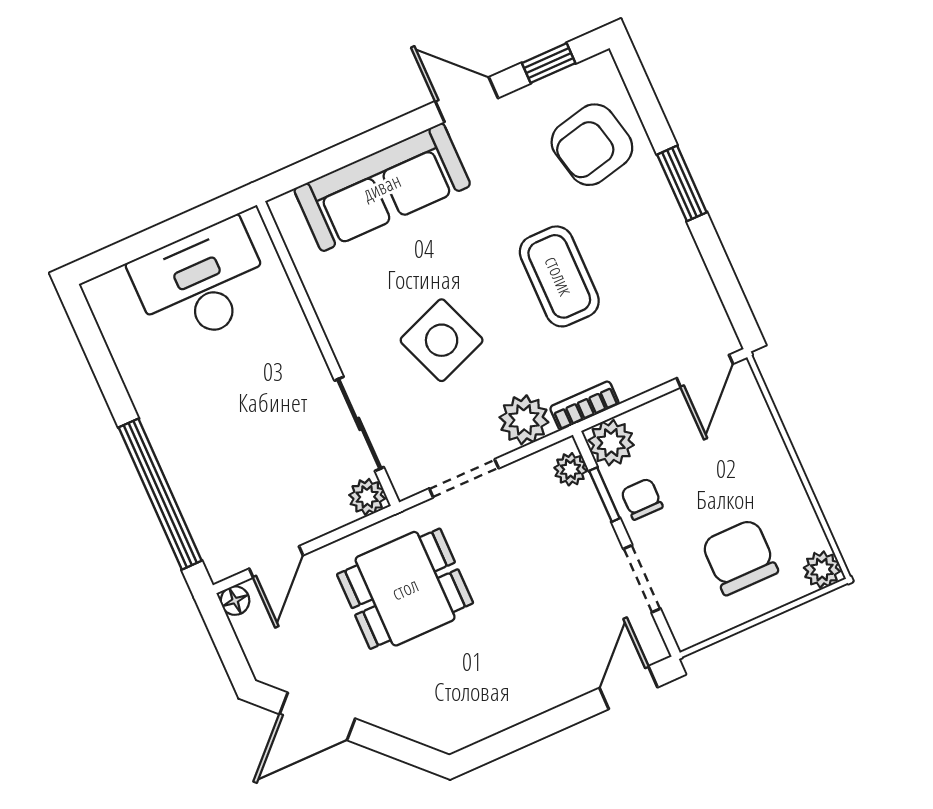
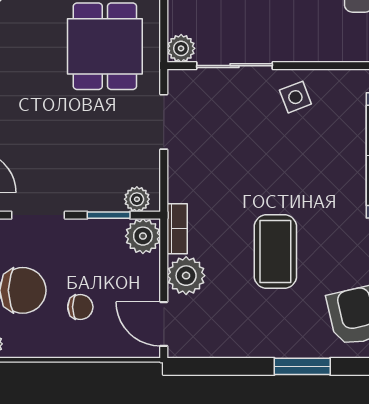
coffee table: (559, 276) -> (275, 252), turned 90
side table: (442, 340) -> (295, 97), moved, width x0.54, depth x0.54
plant: (524, 420) -> (186, 276), moved
chair: (642, 499) -> (80, 307), moved

